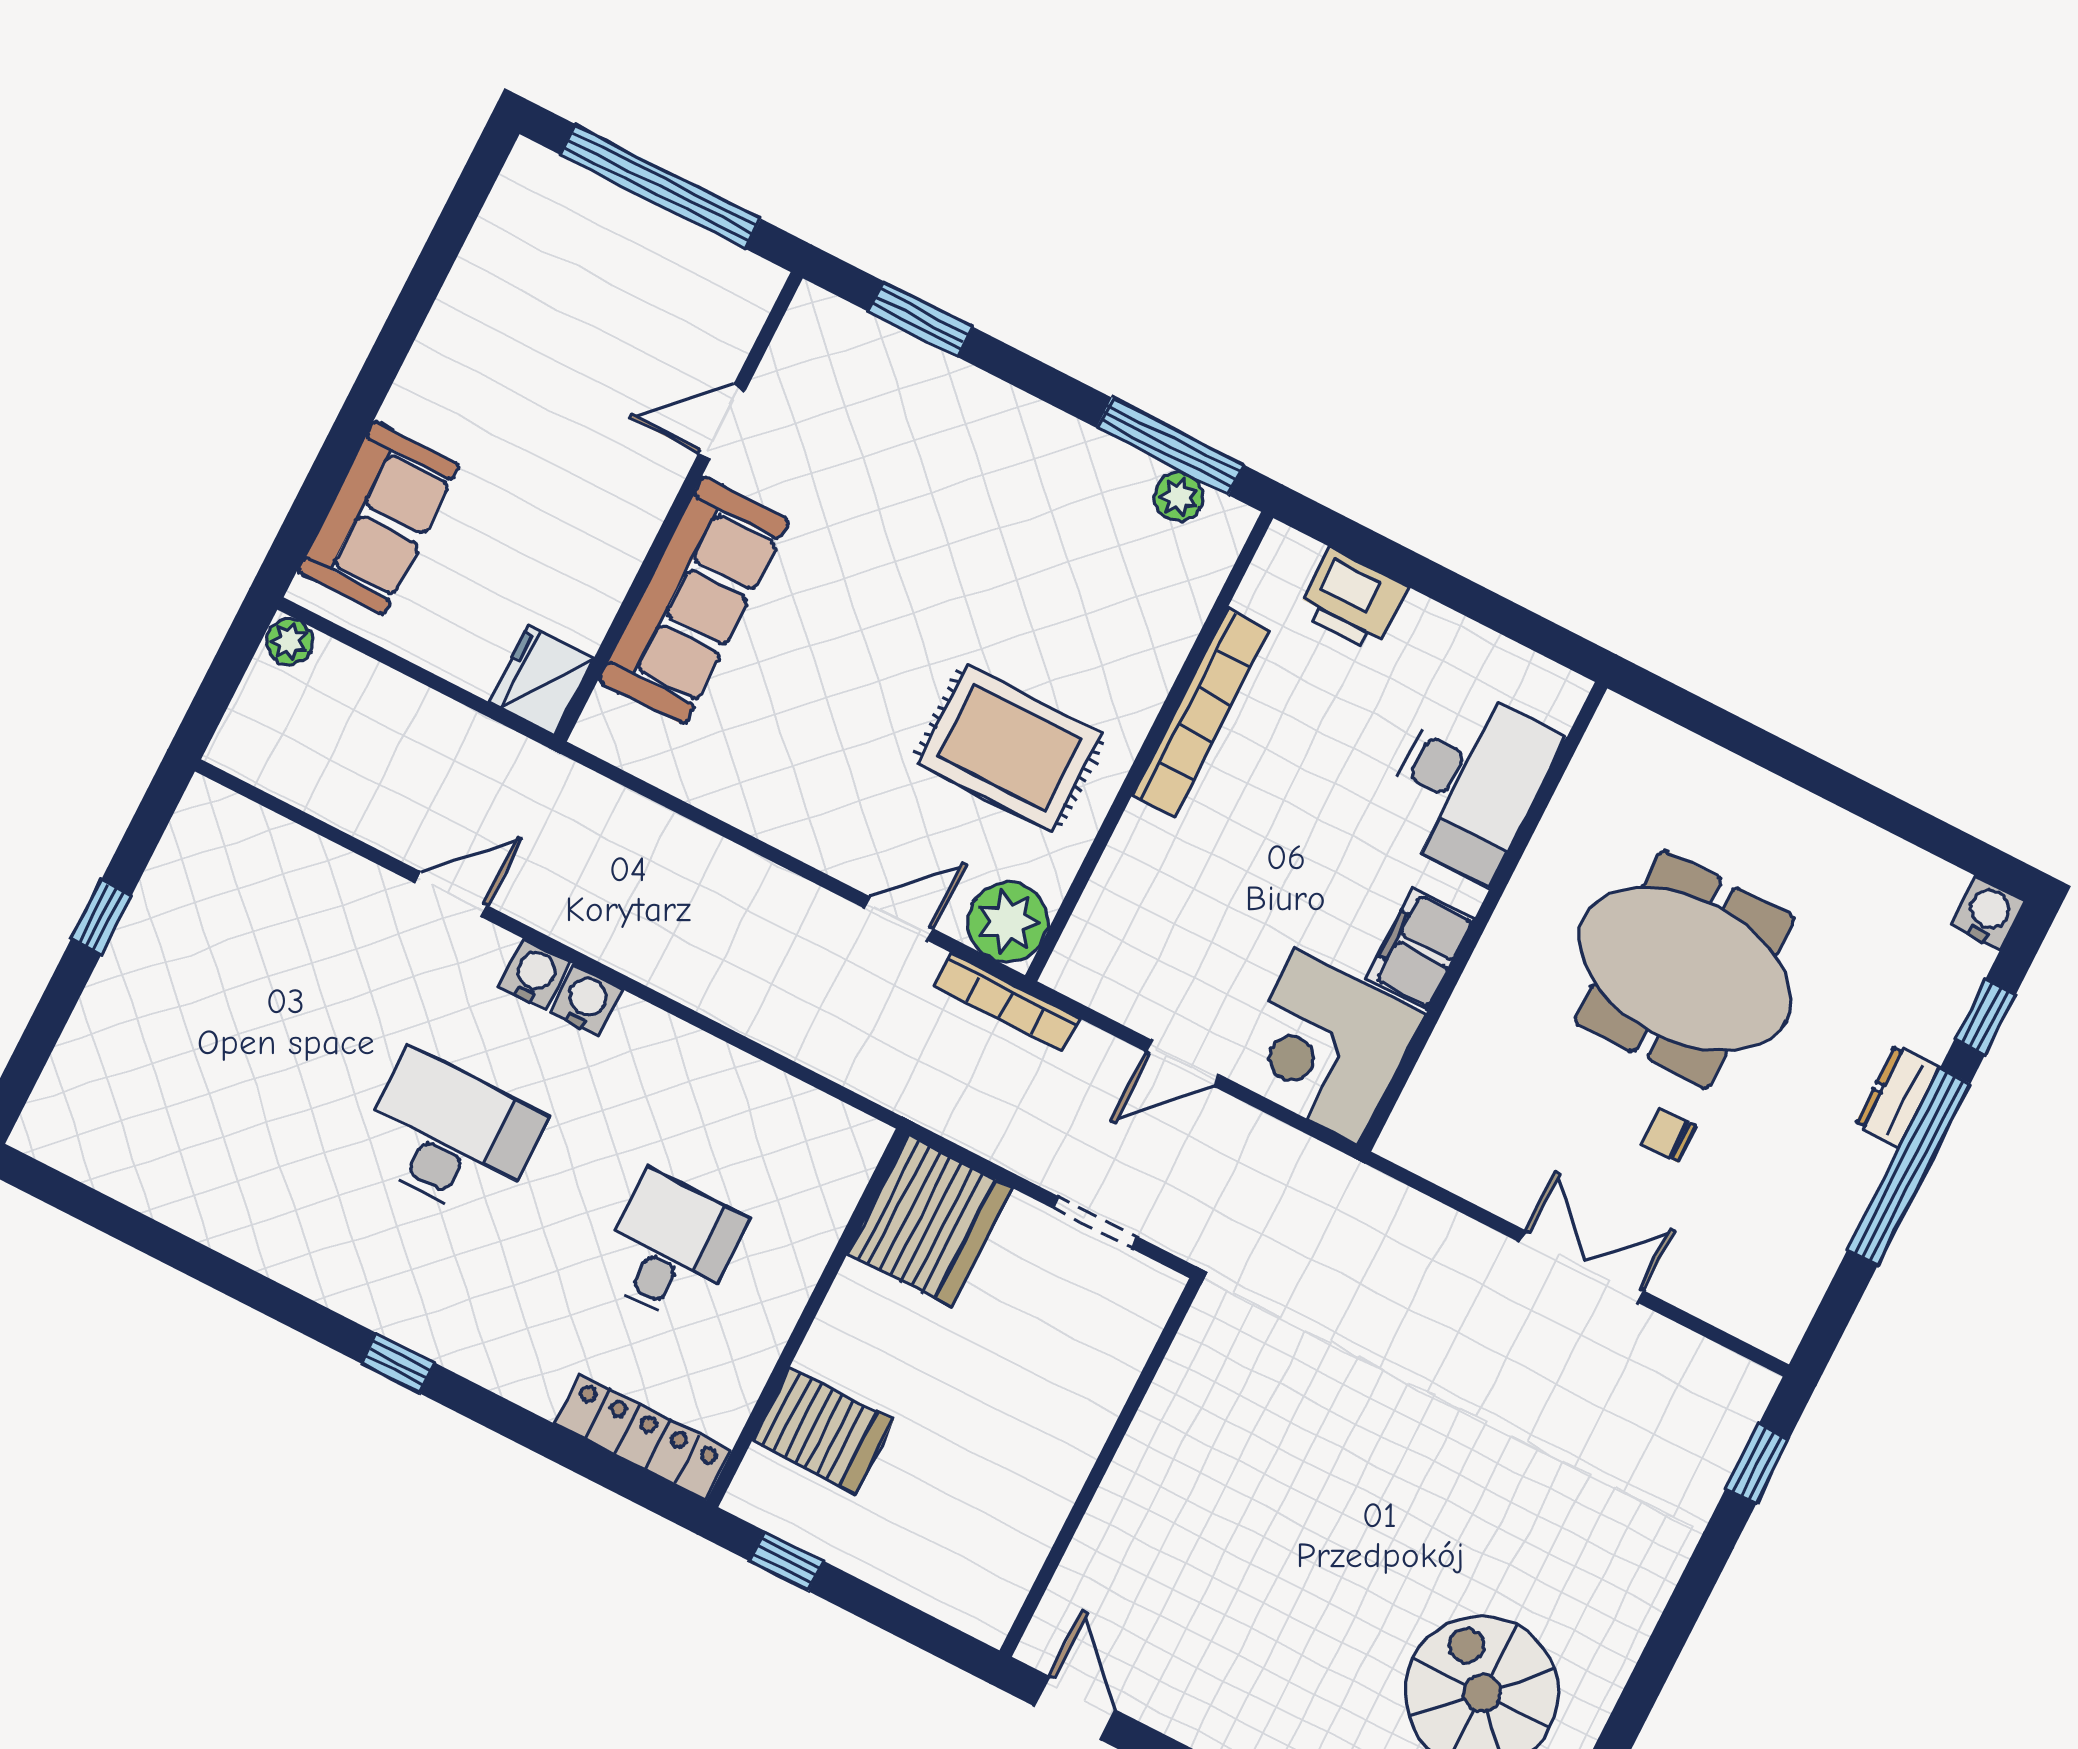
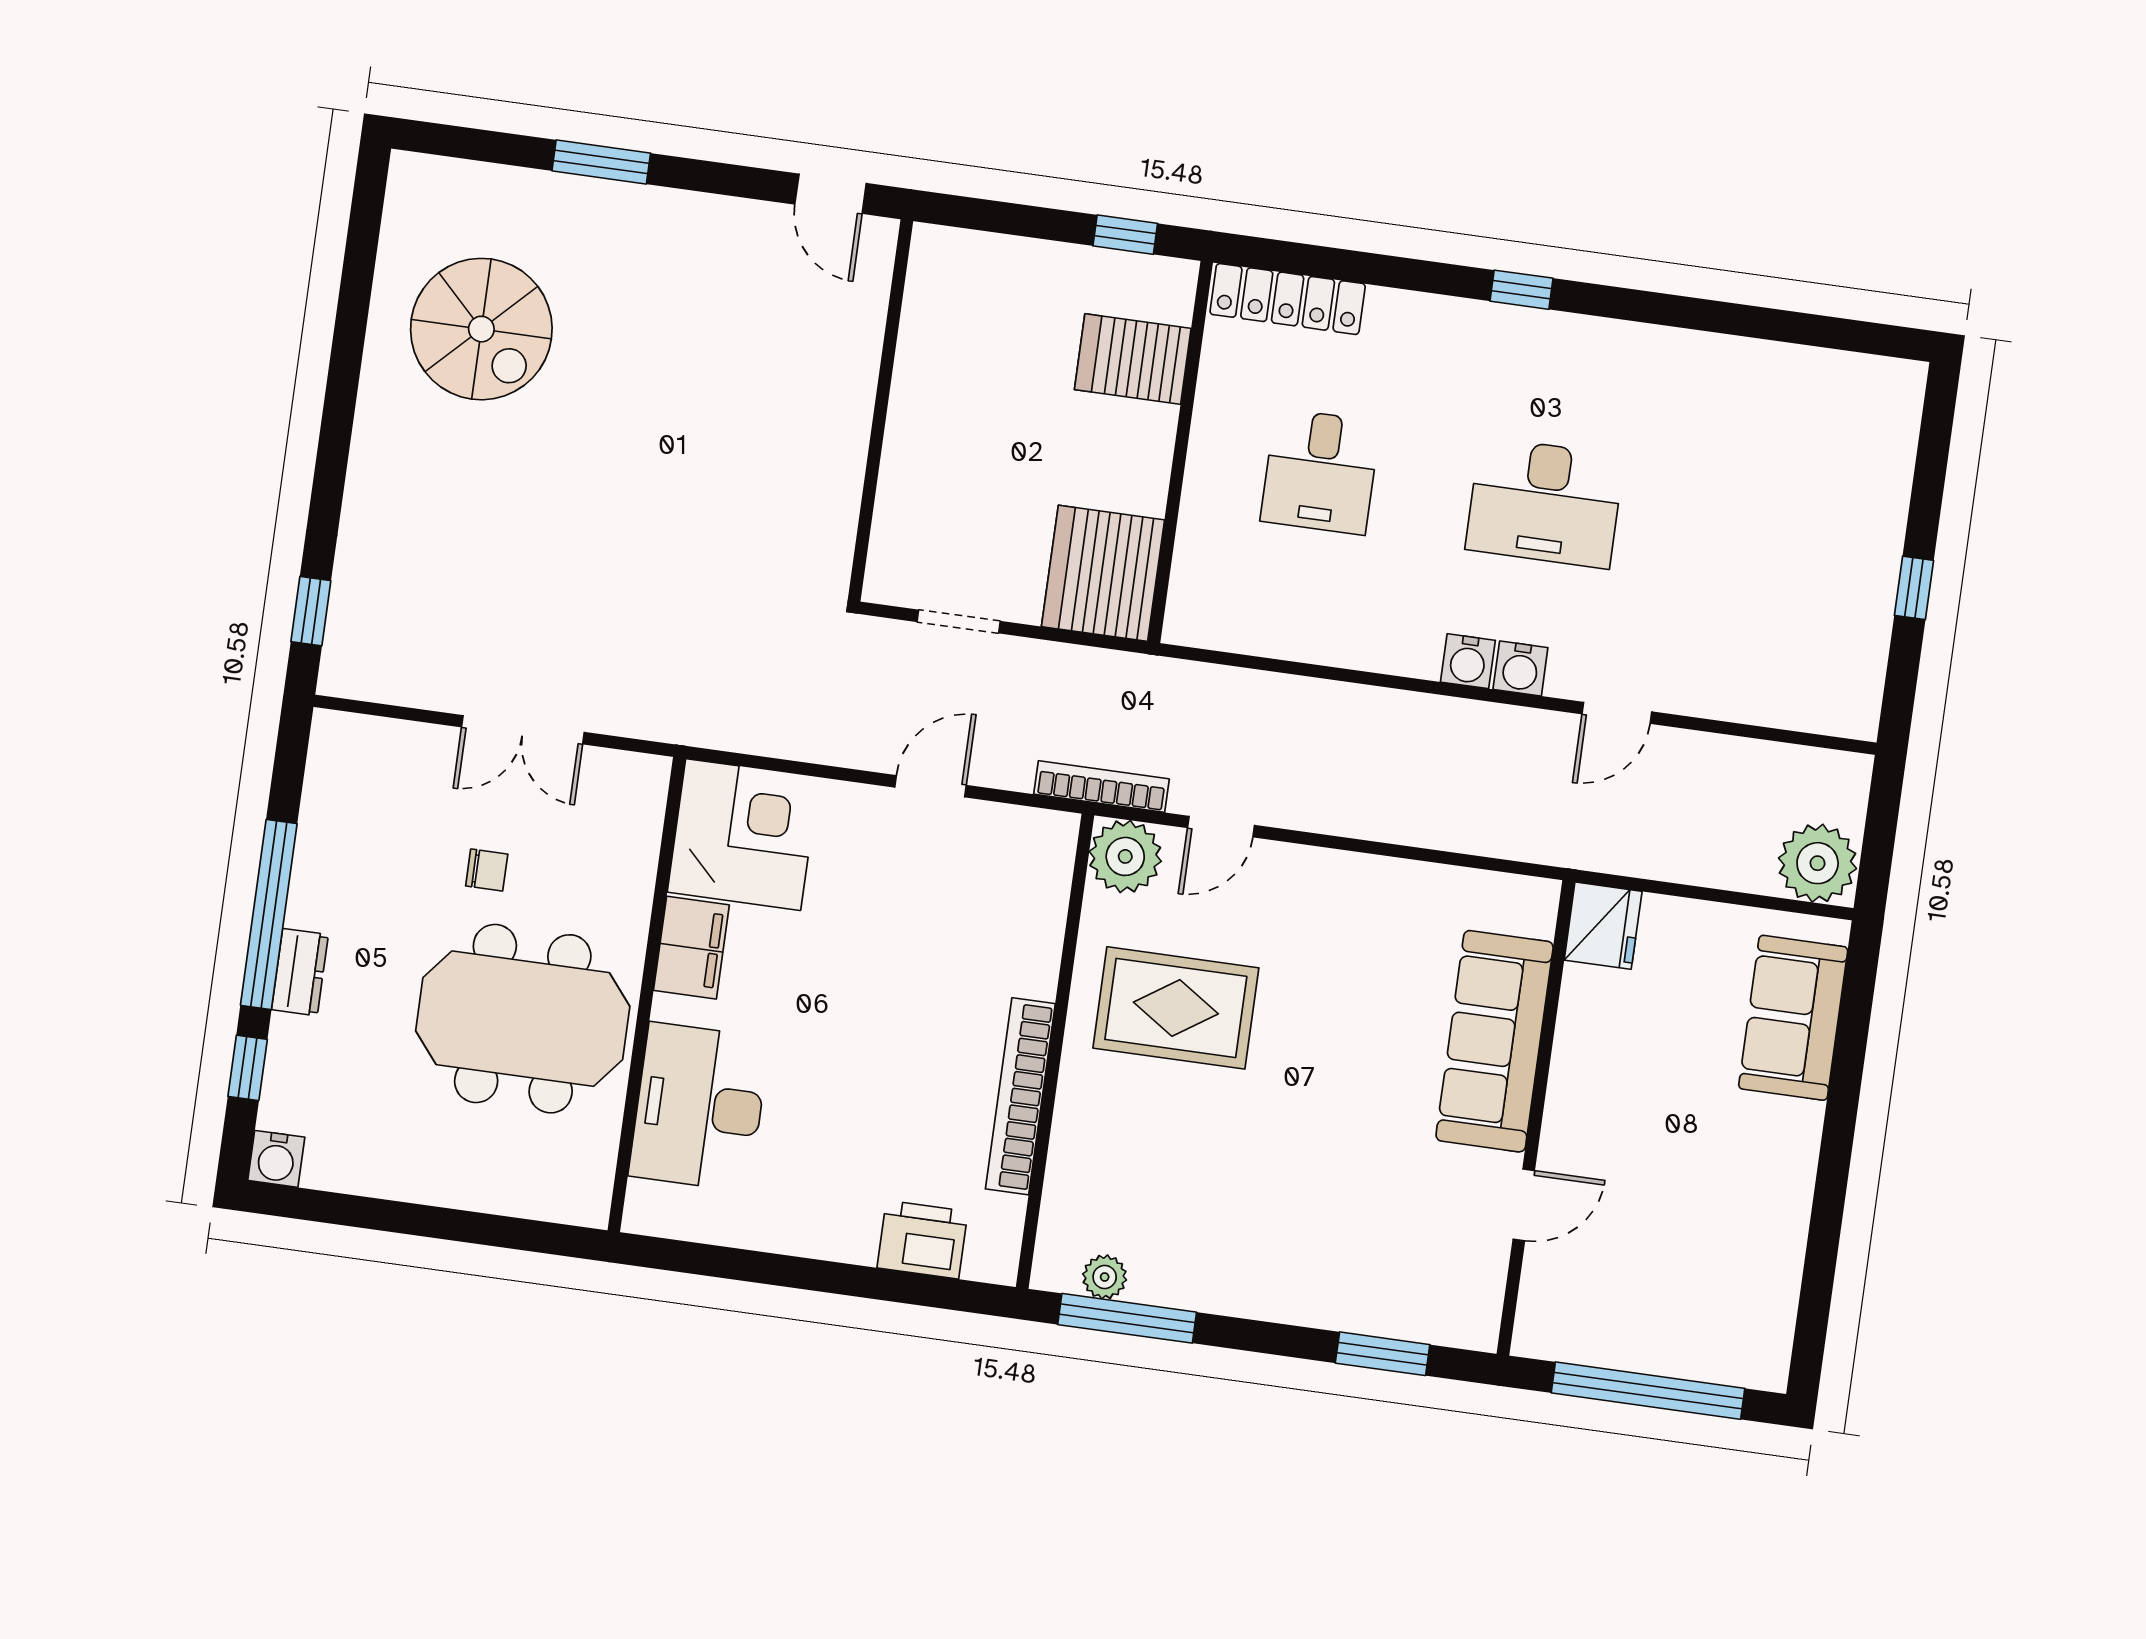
plant: (290, 642) -> (1818, 863), width x1.88, depth x1.88
desk: (1469, 782) -> (699, 1107), moved
wall: (1483, 917) -> (647, 995), moved
filing cabinet: (1420, 949) -> (691, 948), moved
corner desk: (1327, 1047) -> (743, 835), moved

